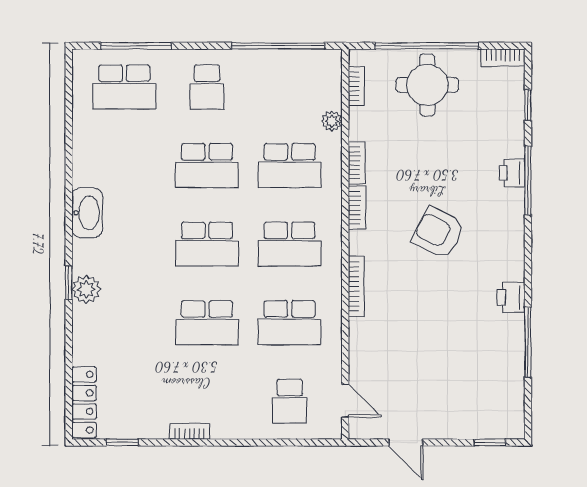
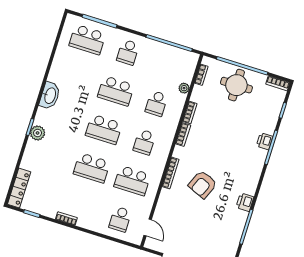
school desk: (290, 166) -> (156, 103), width x0.54
armchair: (438, 233) -> (203, 184), moved, turned -94
school desk: (290, 244) -> (144, 142), width x0.54

